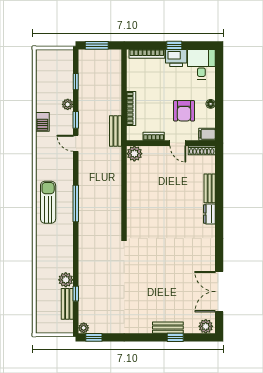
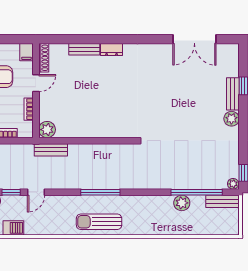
bench: (115, 131) -> (51, 150), moved
window: (76, 294) -> (197, 192), width x3.17
bench: (67, 304) -> (222, 201), moved
plant: (206, 326) -> (231, 119), moved

